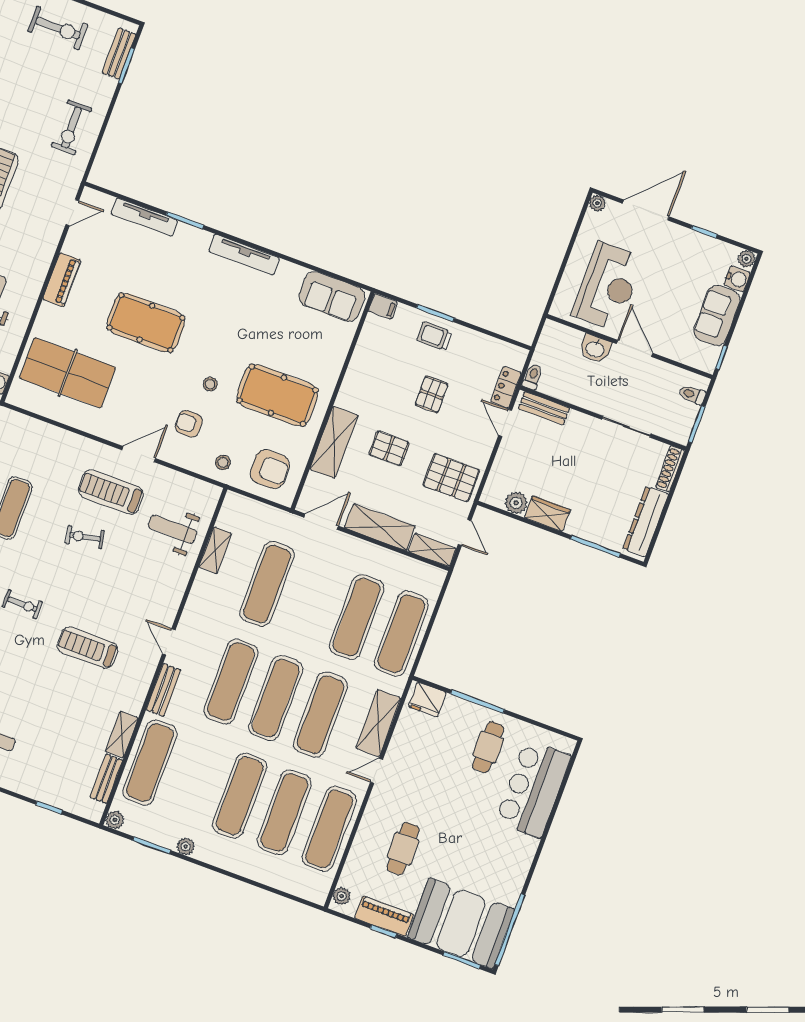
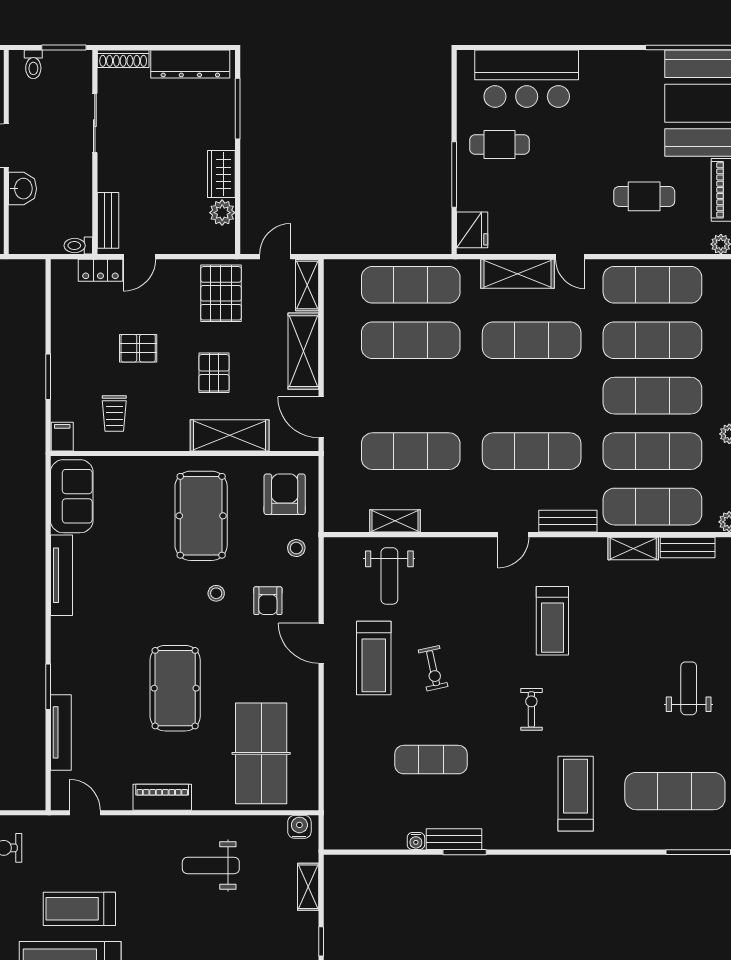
tv unit: (244, 255) -> (61, 575), moved
trolley: (434, 336) -> (114, 414), moved
exercise mat: (276, 698) -> (652, 451), moved

